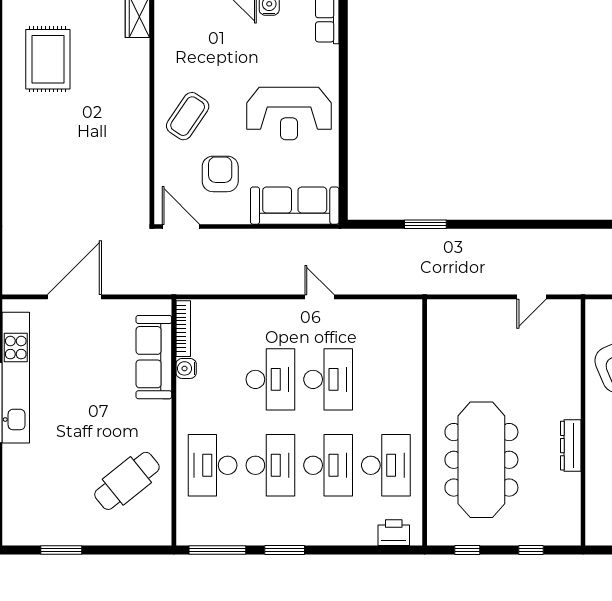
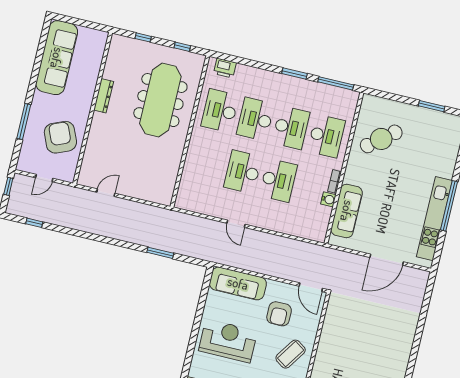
bookcase: (183, 329) -> (335, 181), moved, width x0.64
desk: (270, 379) -> (278, 180), turned 180
desk: (270, 465) -> (291, 128), turned 180

